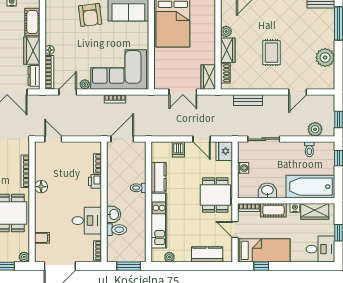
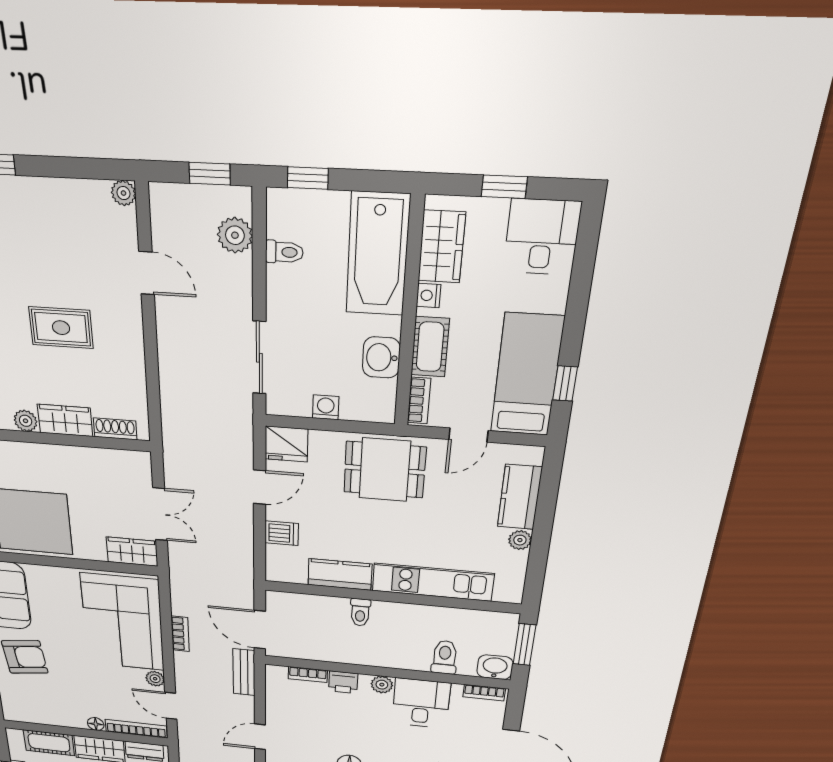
plant: (325, 58) -> (123, 193), moved, width x0.53, depth x0.53
wardrobe: (208, 77) -> (132, 552), moved, turned 180
bench: (248, 100) -> (244, 672), moved
plant: (96, 201) -> (382, 685), added
washbasin: (114, 214) -> (495, 667), moved
plant: (169, 257) -> (520, 540), moved

